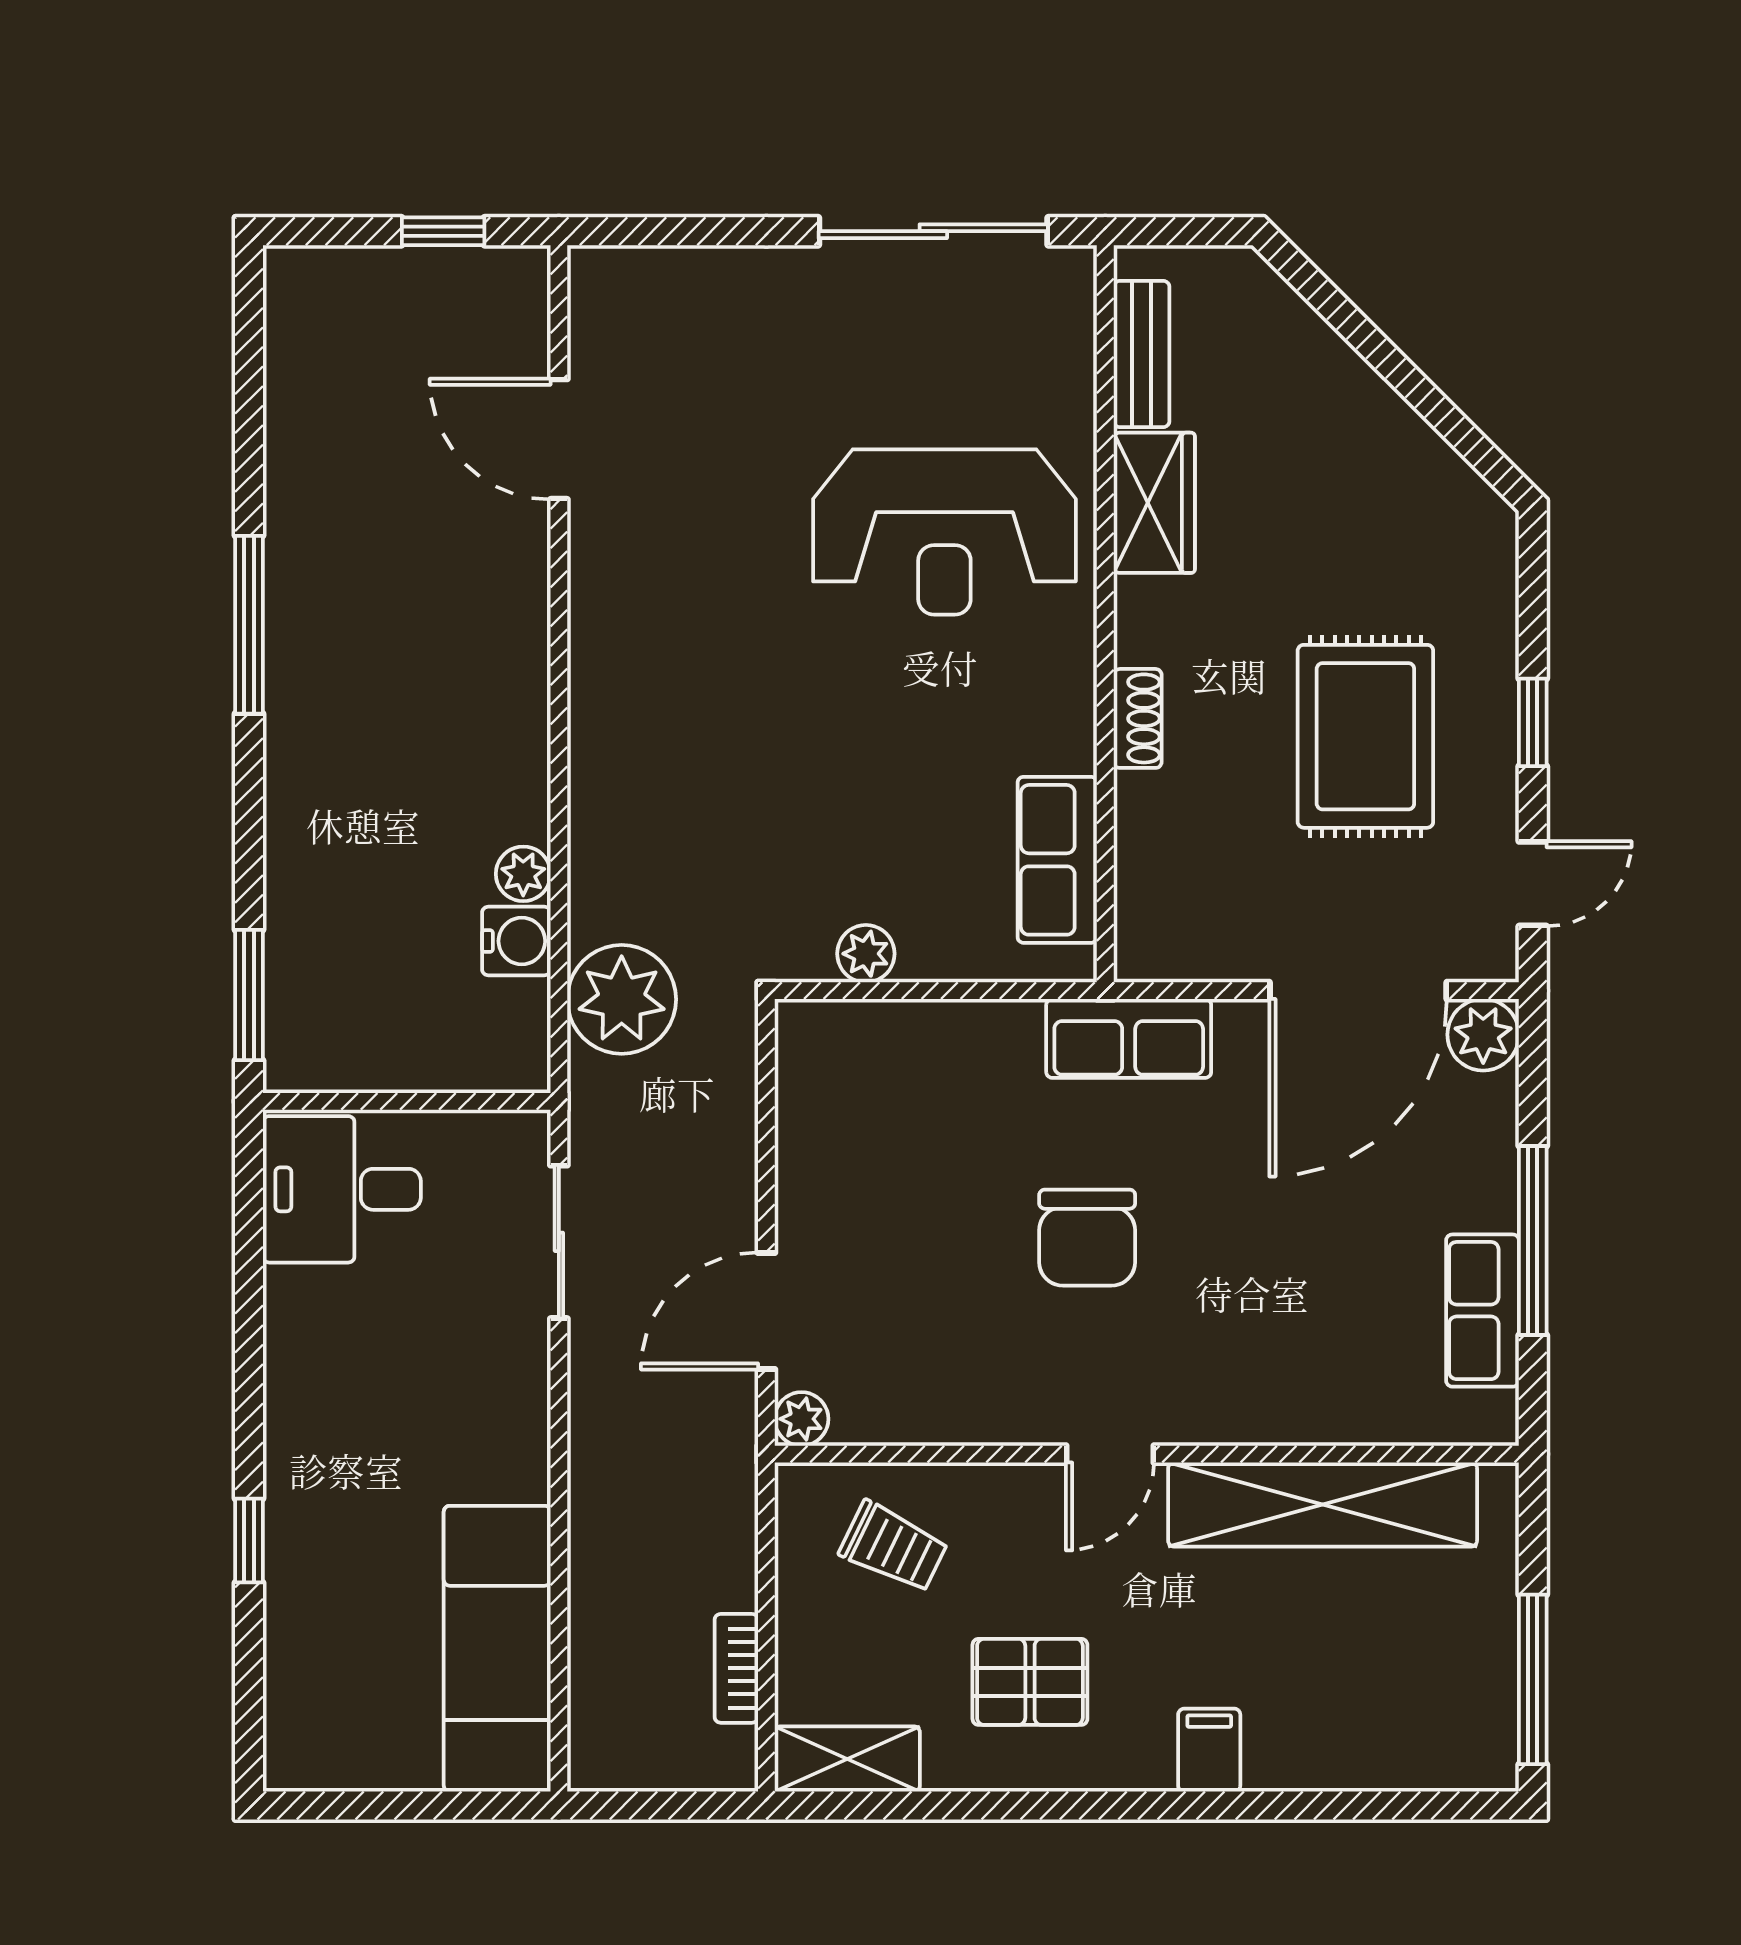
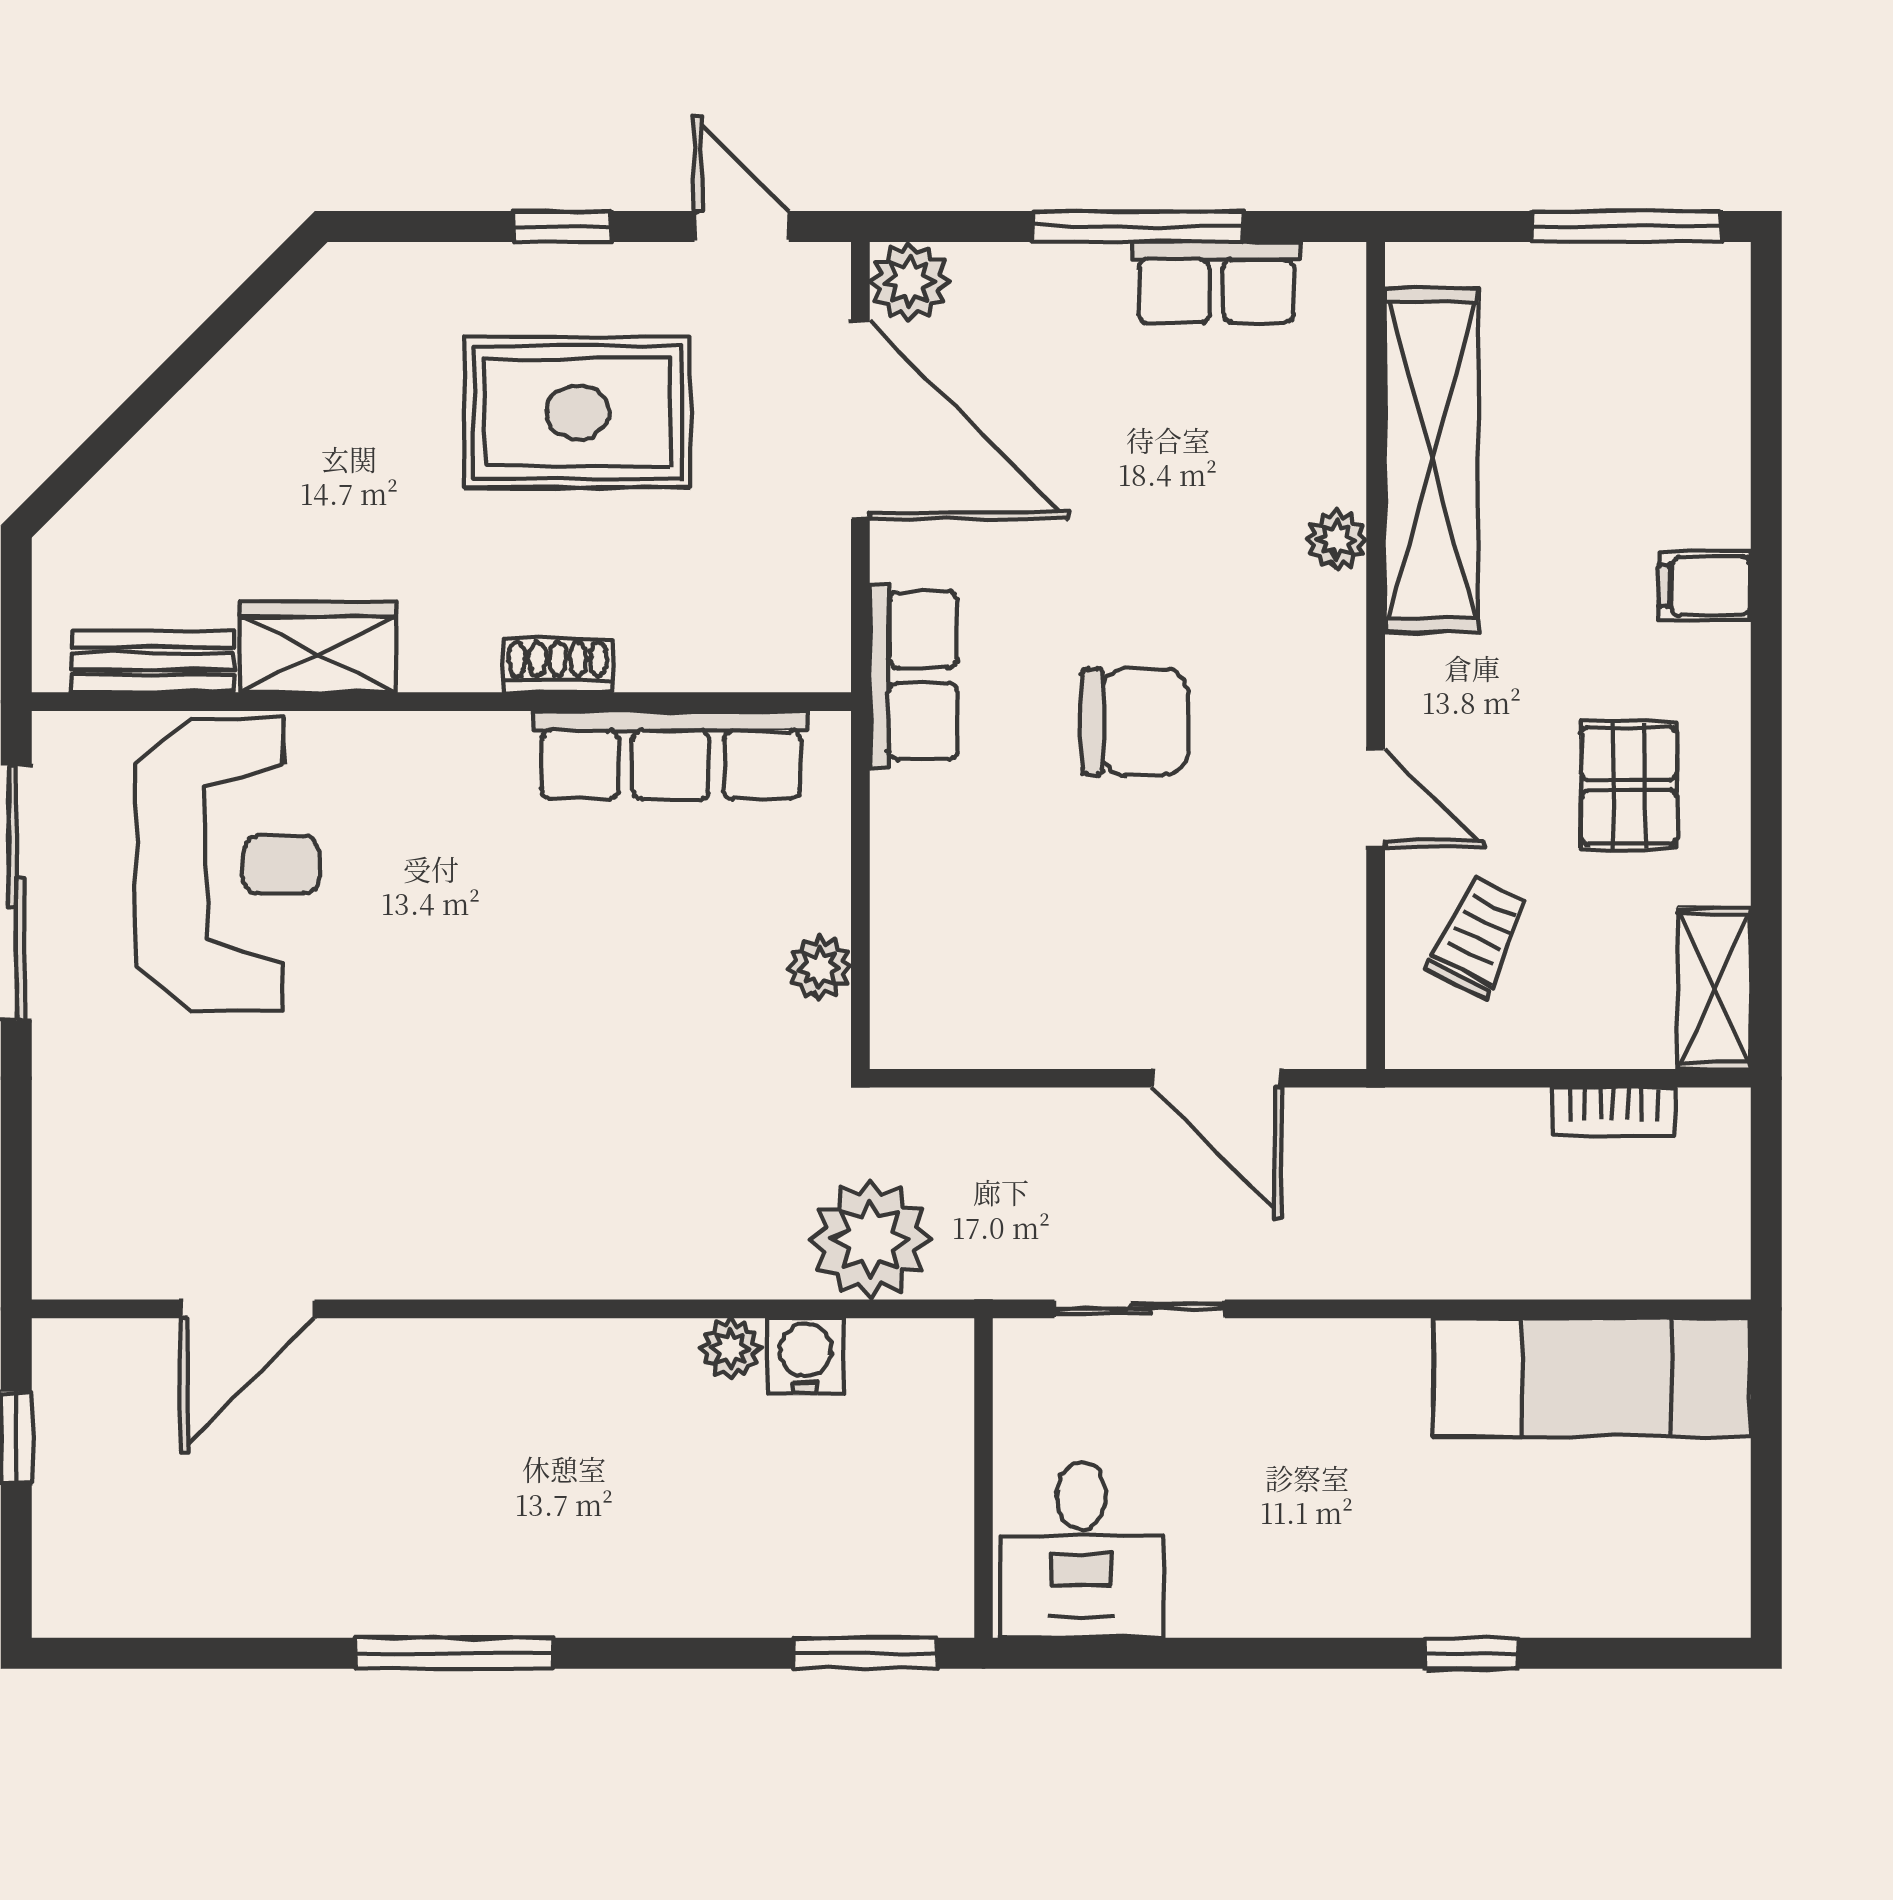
reception desk: (944, 532) -> (228, 864), moved
row of seats: (1057, 860) -> (671, 755), width x1.48
plant: (802, 1419) -> (1337, 540), moved
door: (1110, 1454) -> (1376, 798), moved

